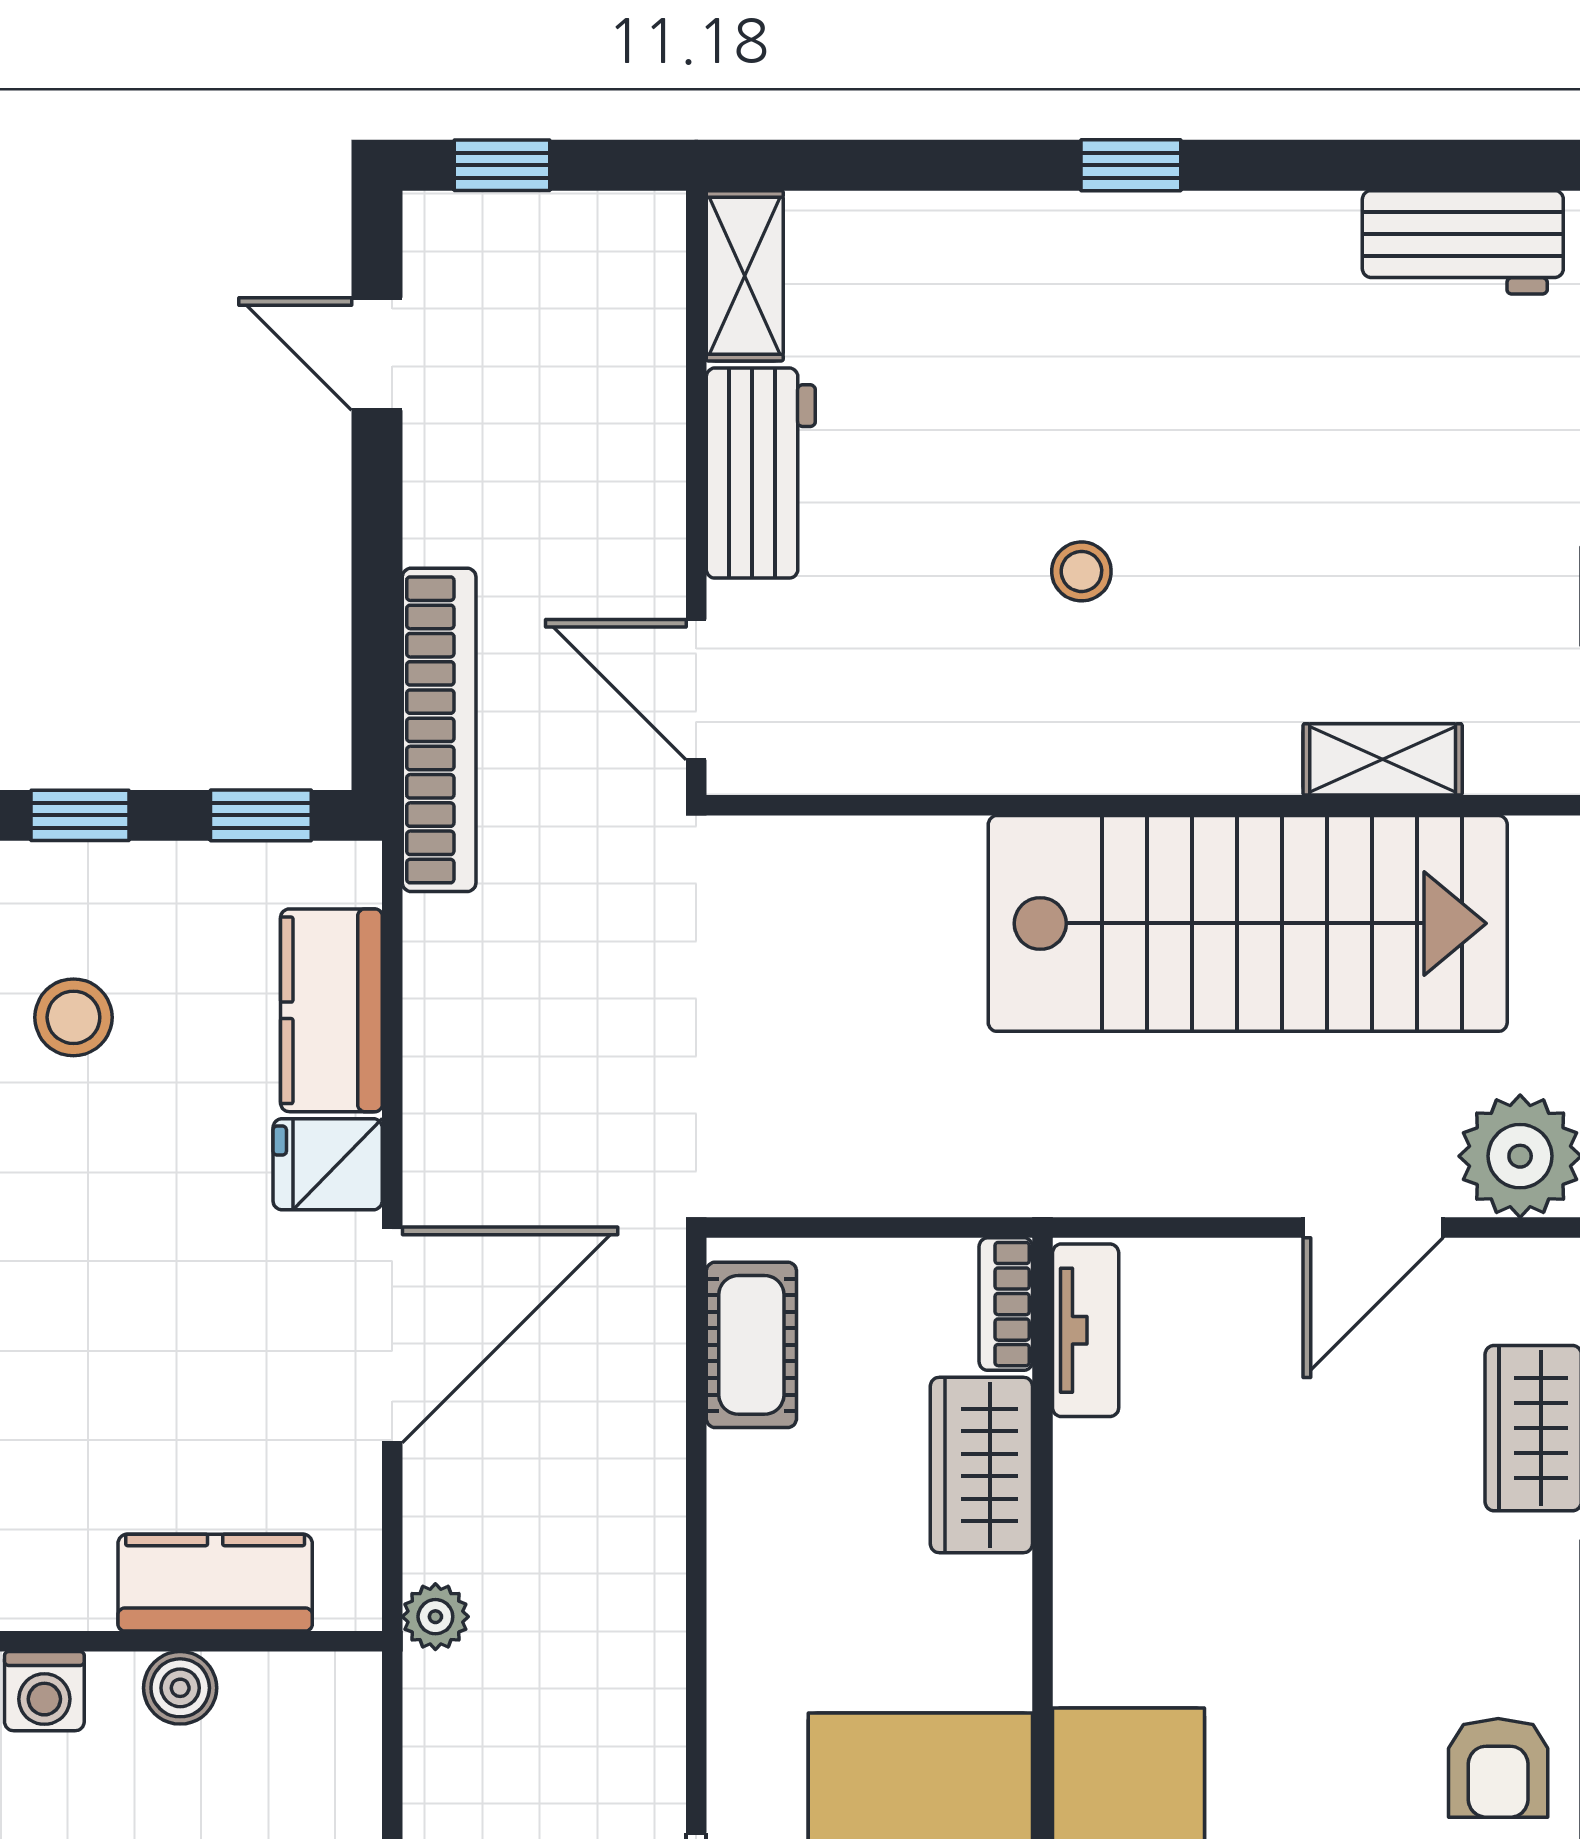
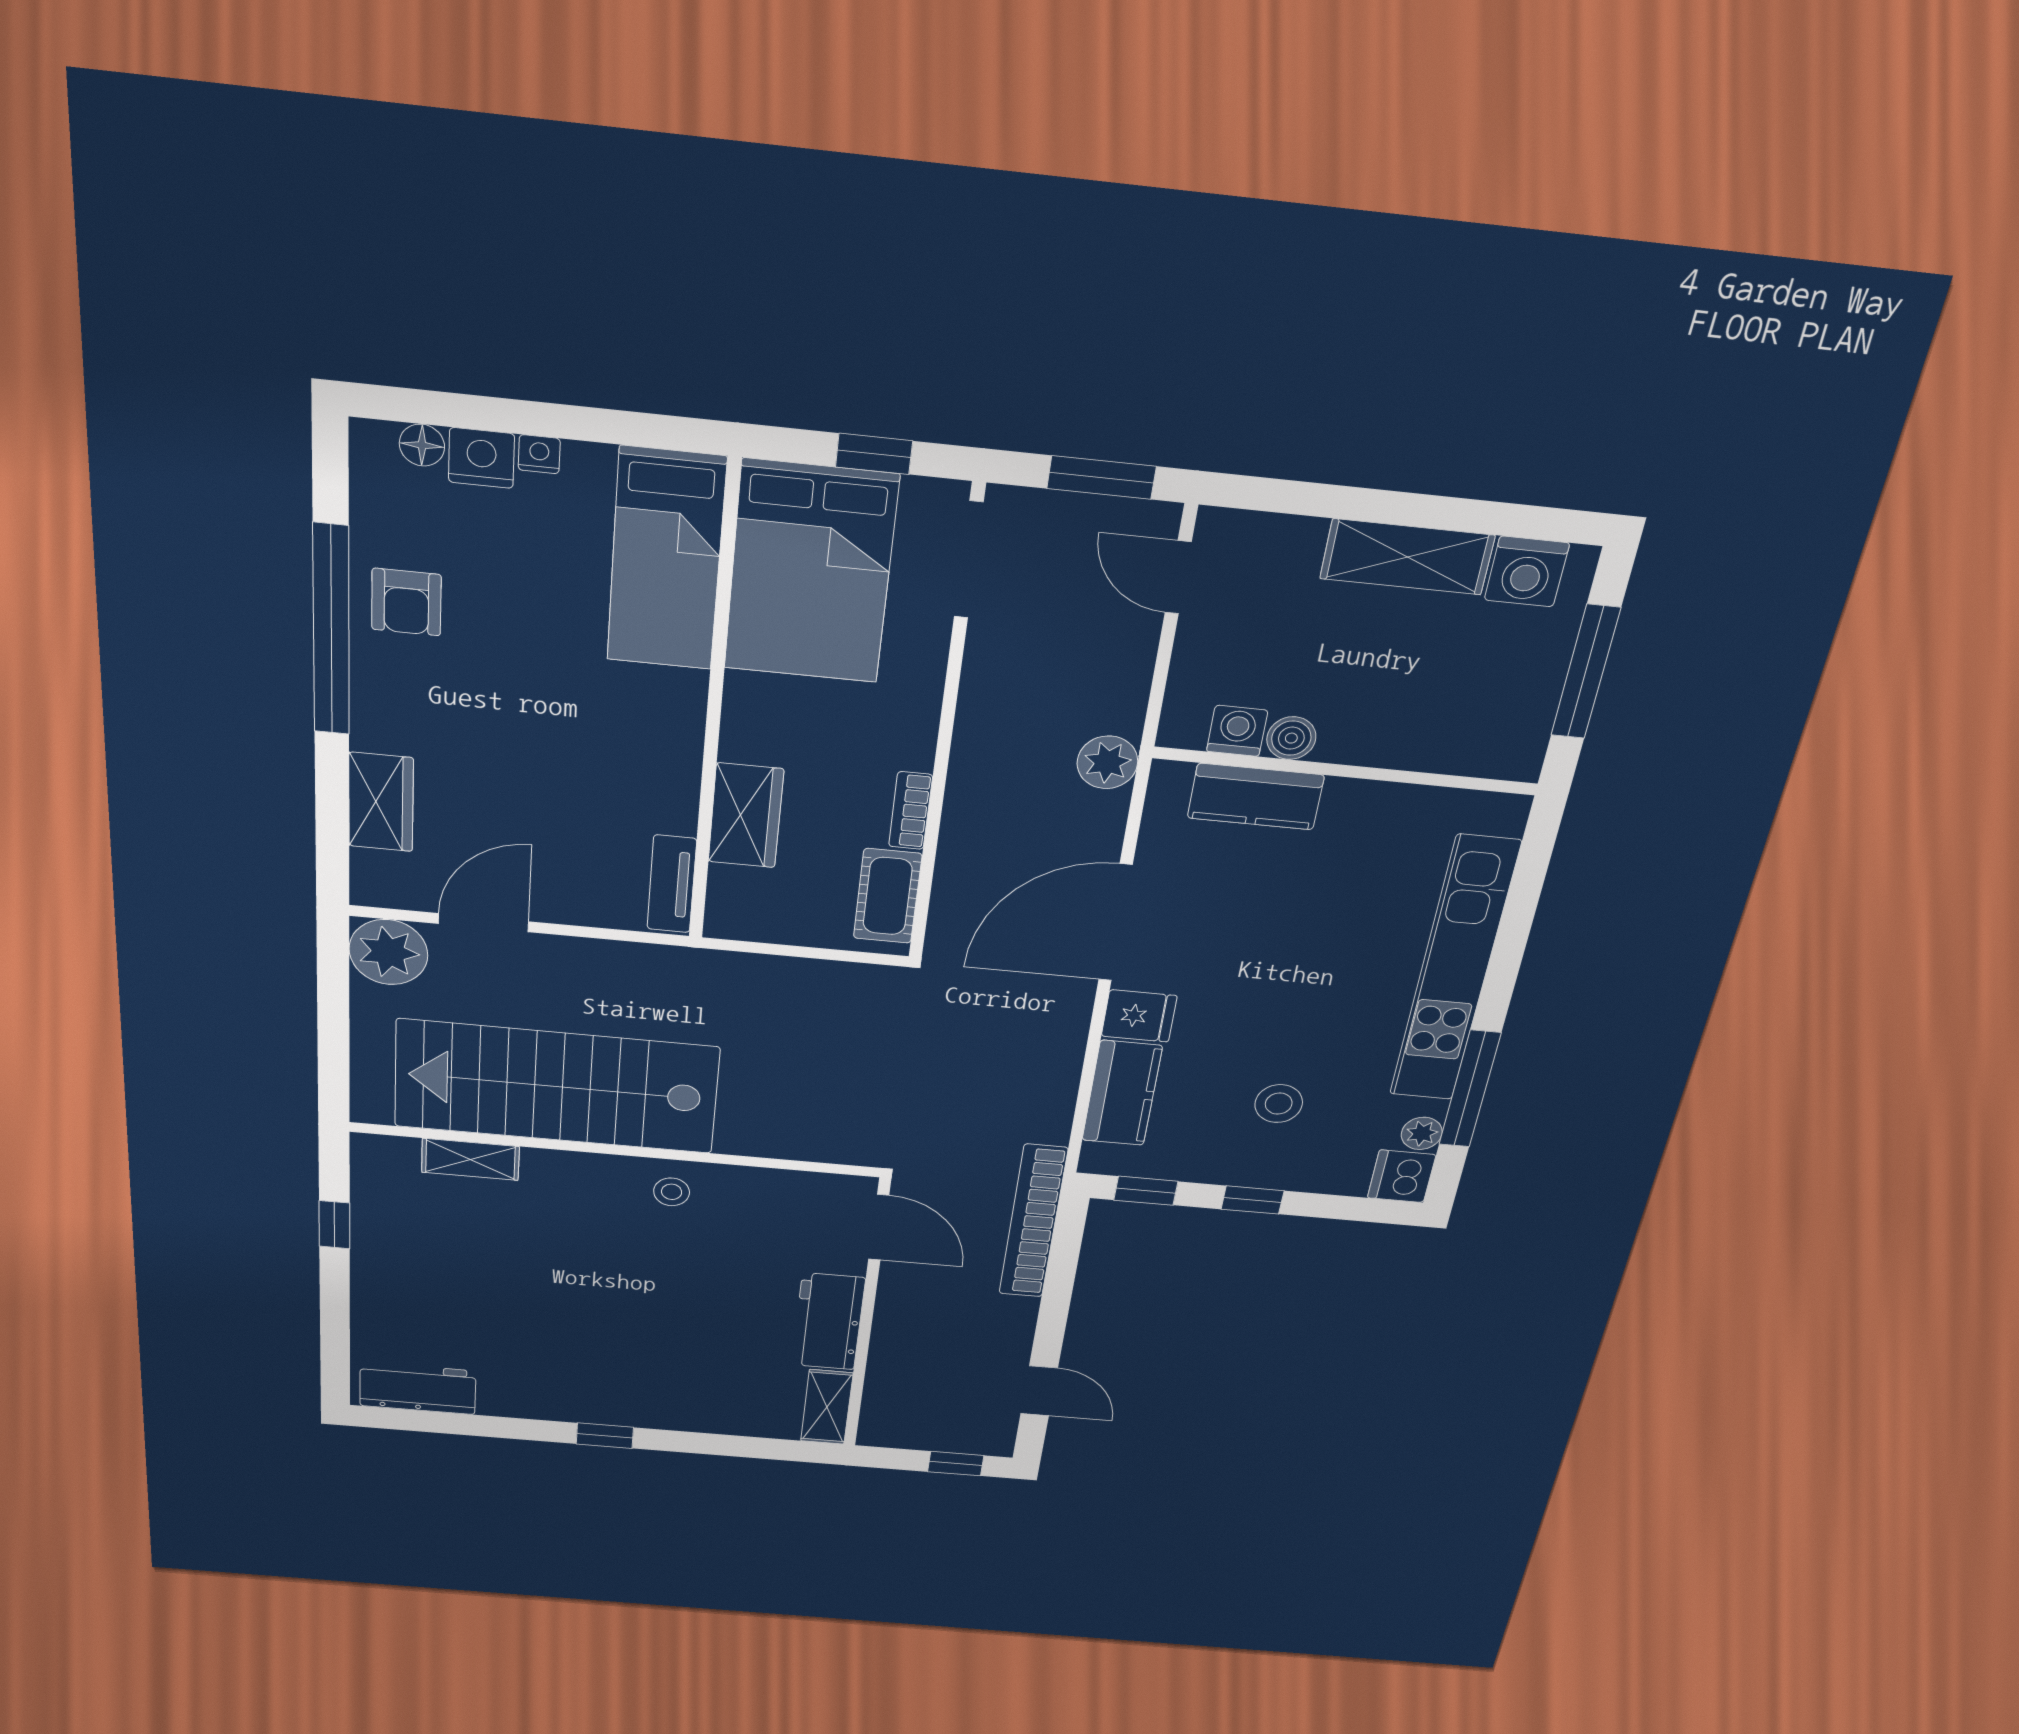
stool: (1081, 571) -> (672, 1192), moved
bookcase: (1006, 1304) -> (911, 811), moved, turned 180
plant: (435, 1617) -> (1107, 762), width x1.38, depth x1.38
washing machine: (44, 1691) -> (1237, 731), moved
armchair: (1498, 1768) -> (406, 602), turned 180

